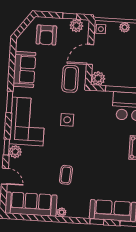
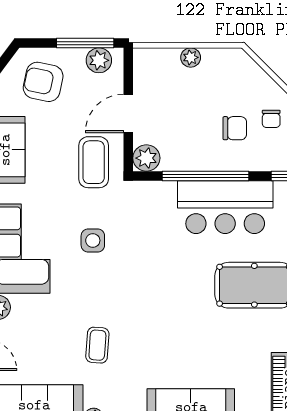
window: (70, 16) -> (85, 43), width x2.17
side table: (101, 29) -> (146, 64), removed
armchair: (46, 35) -> (43, 82), turned 102

